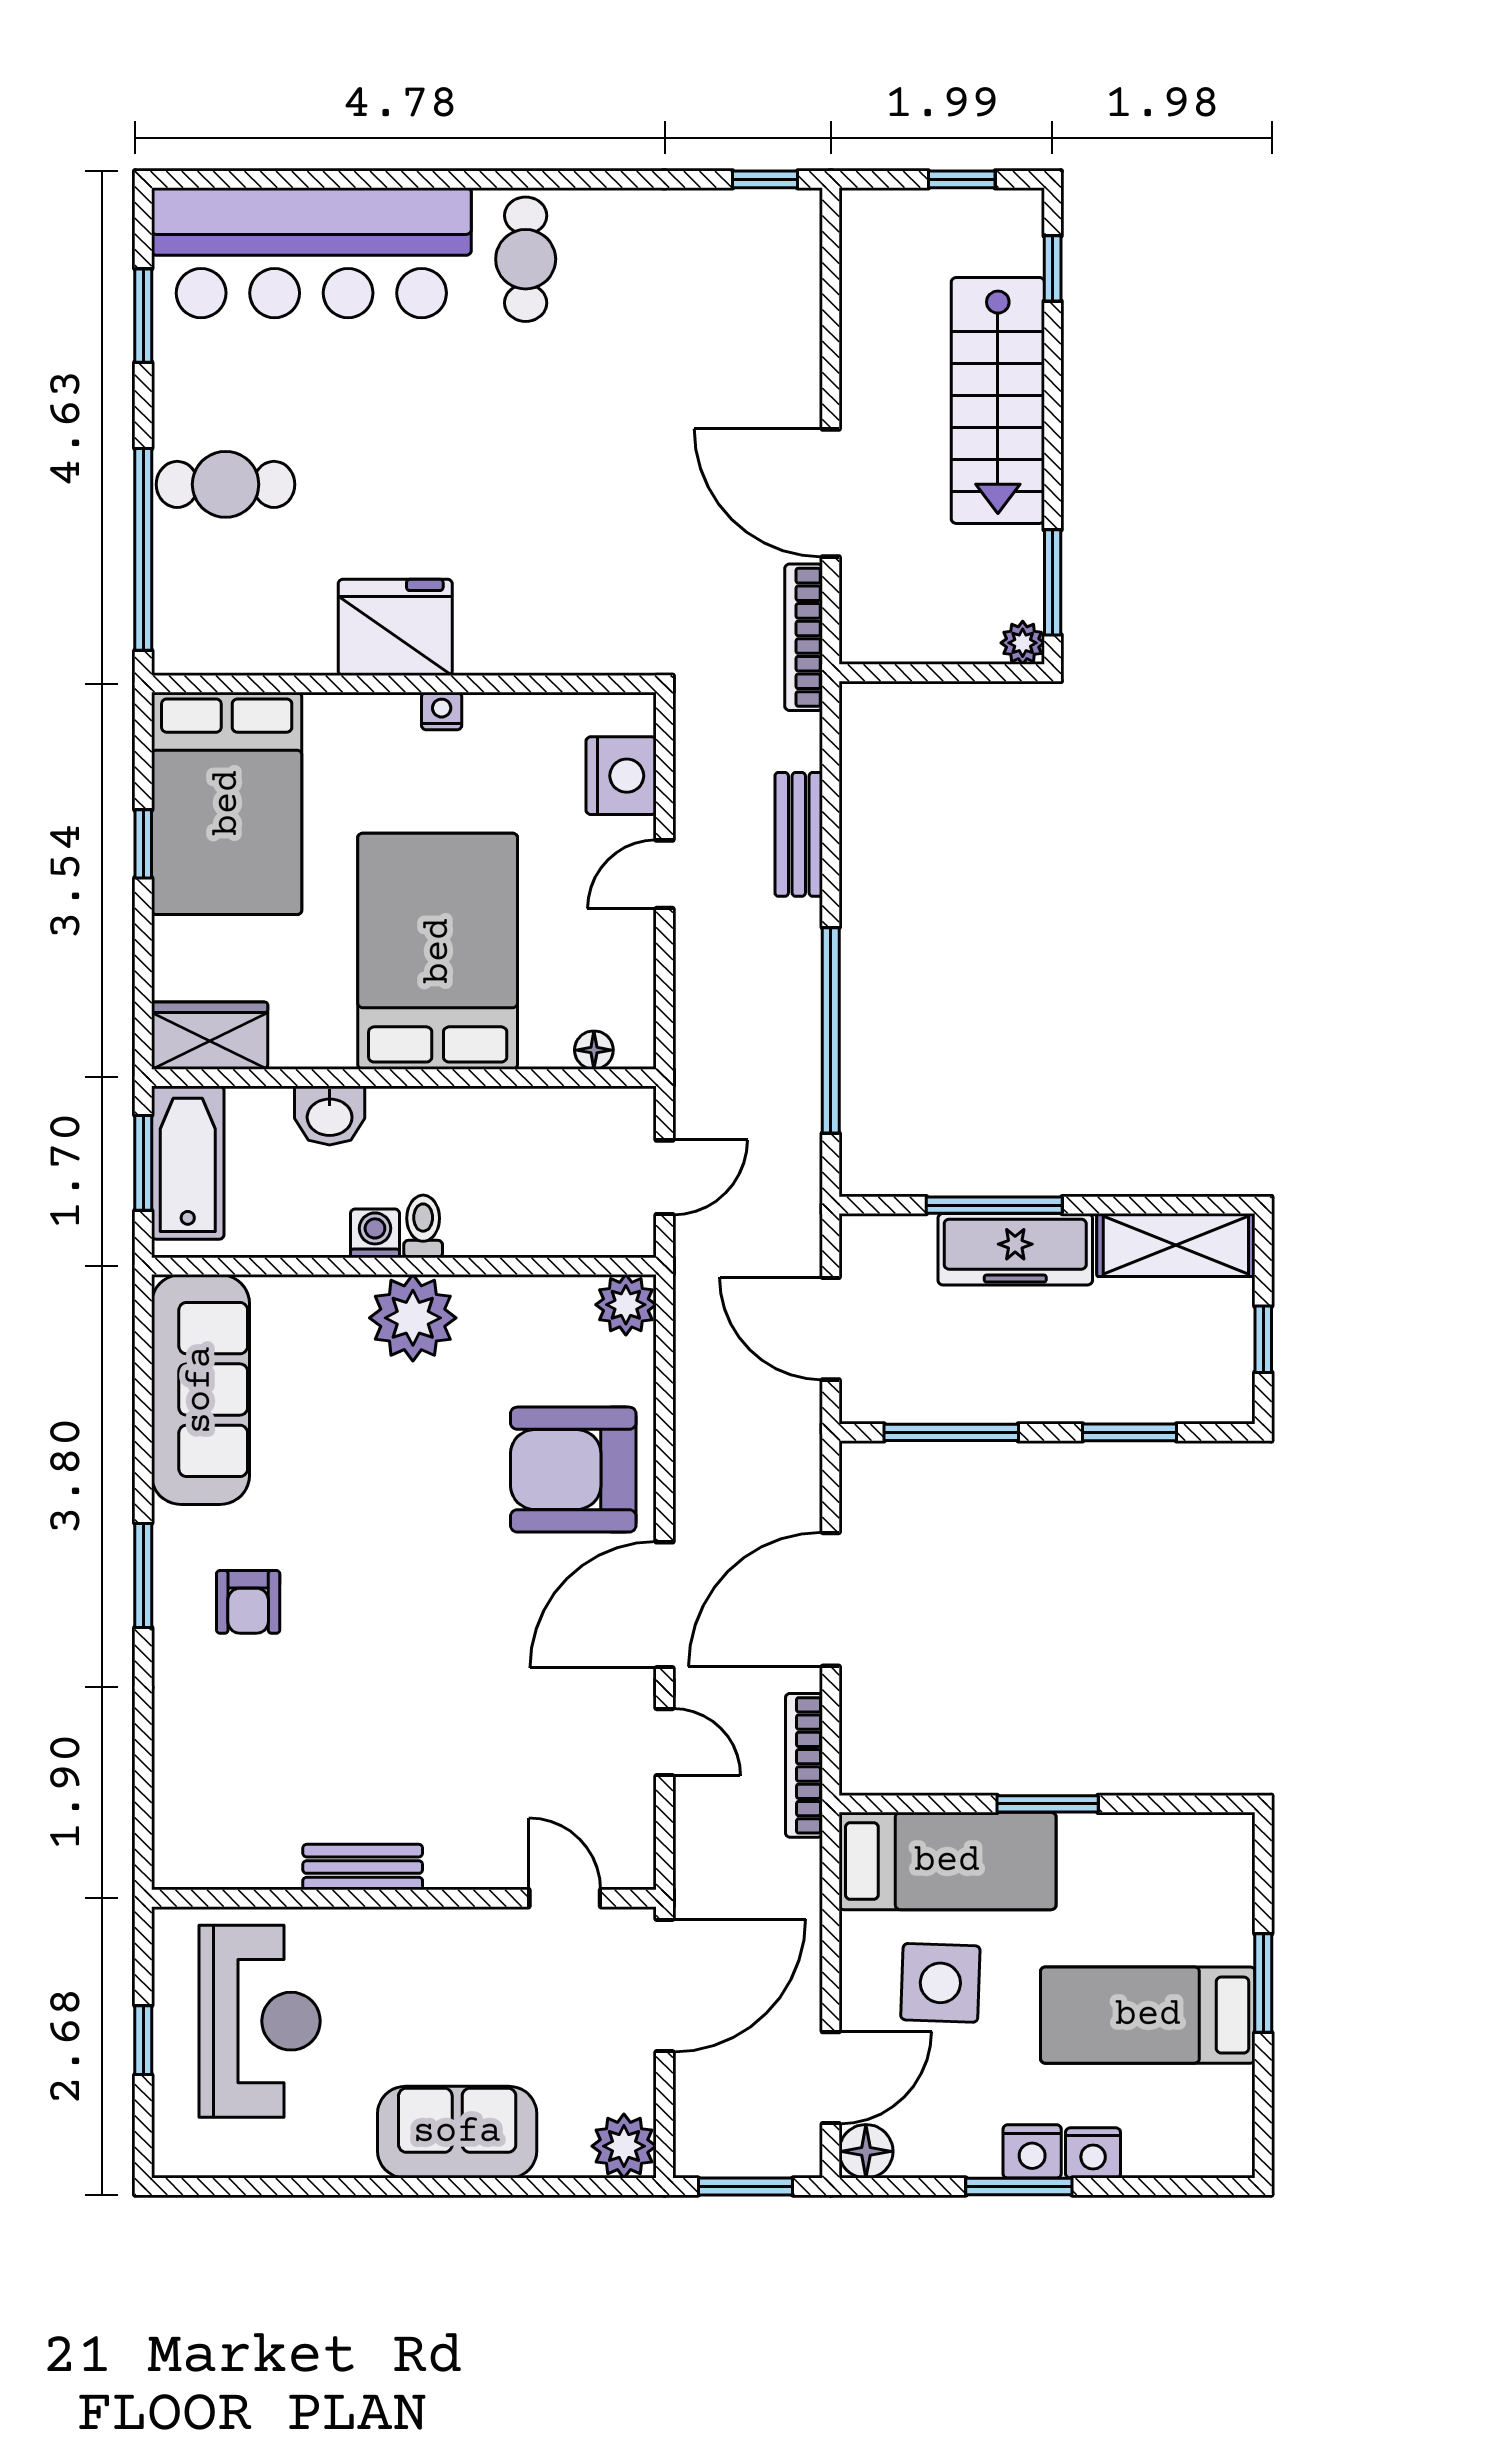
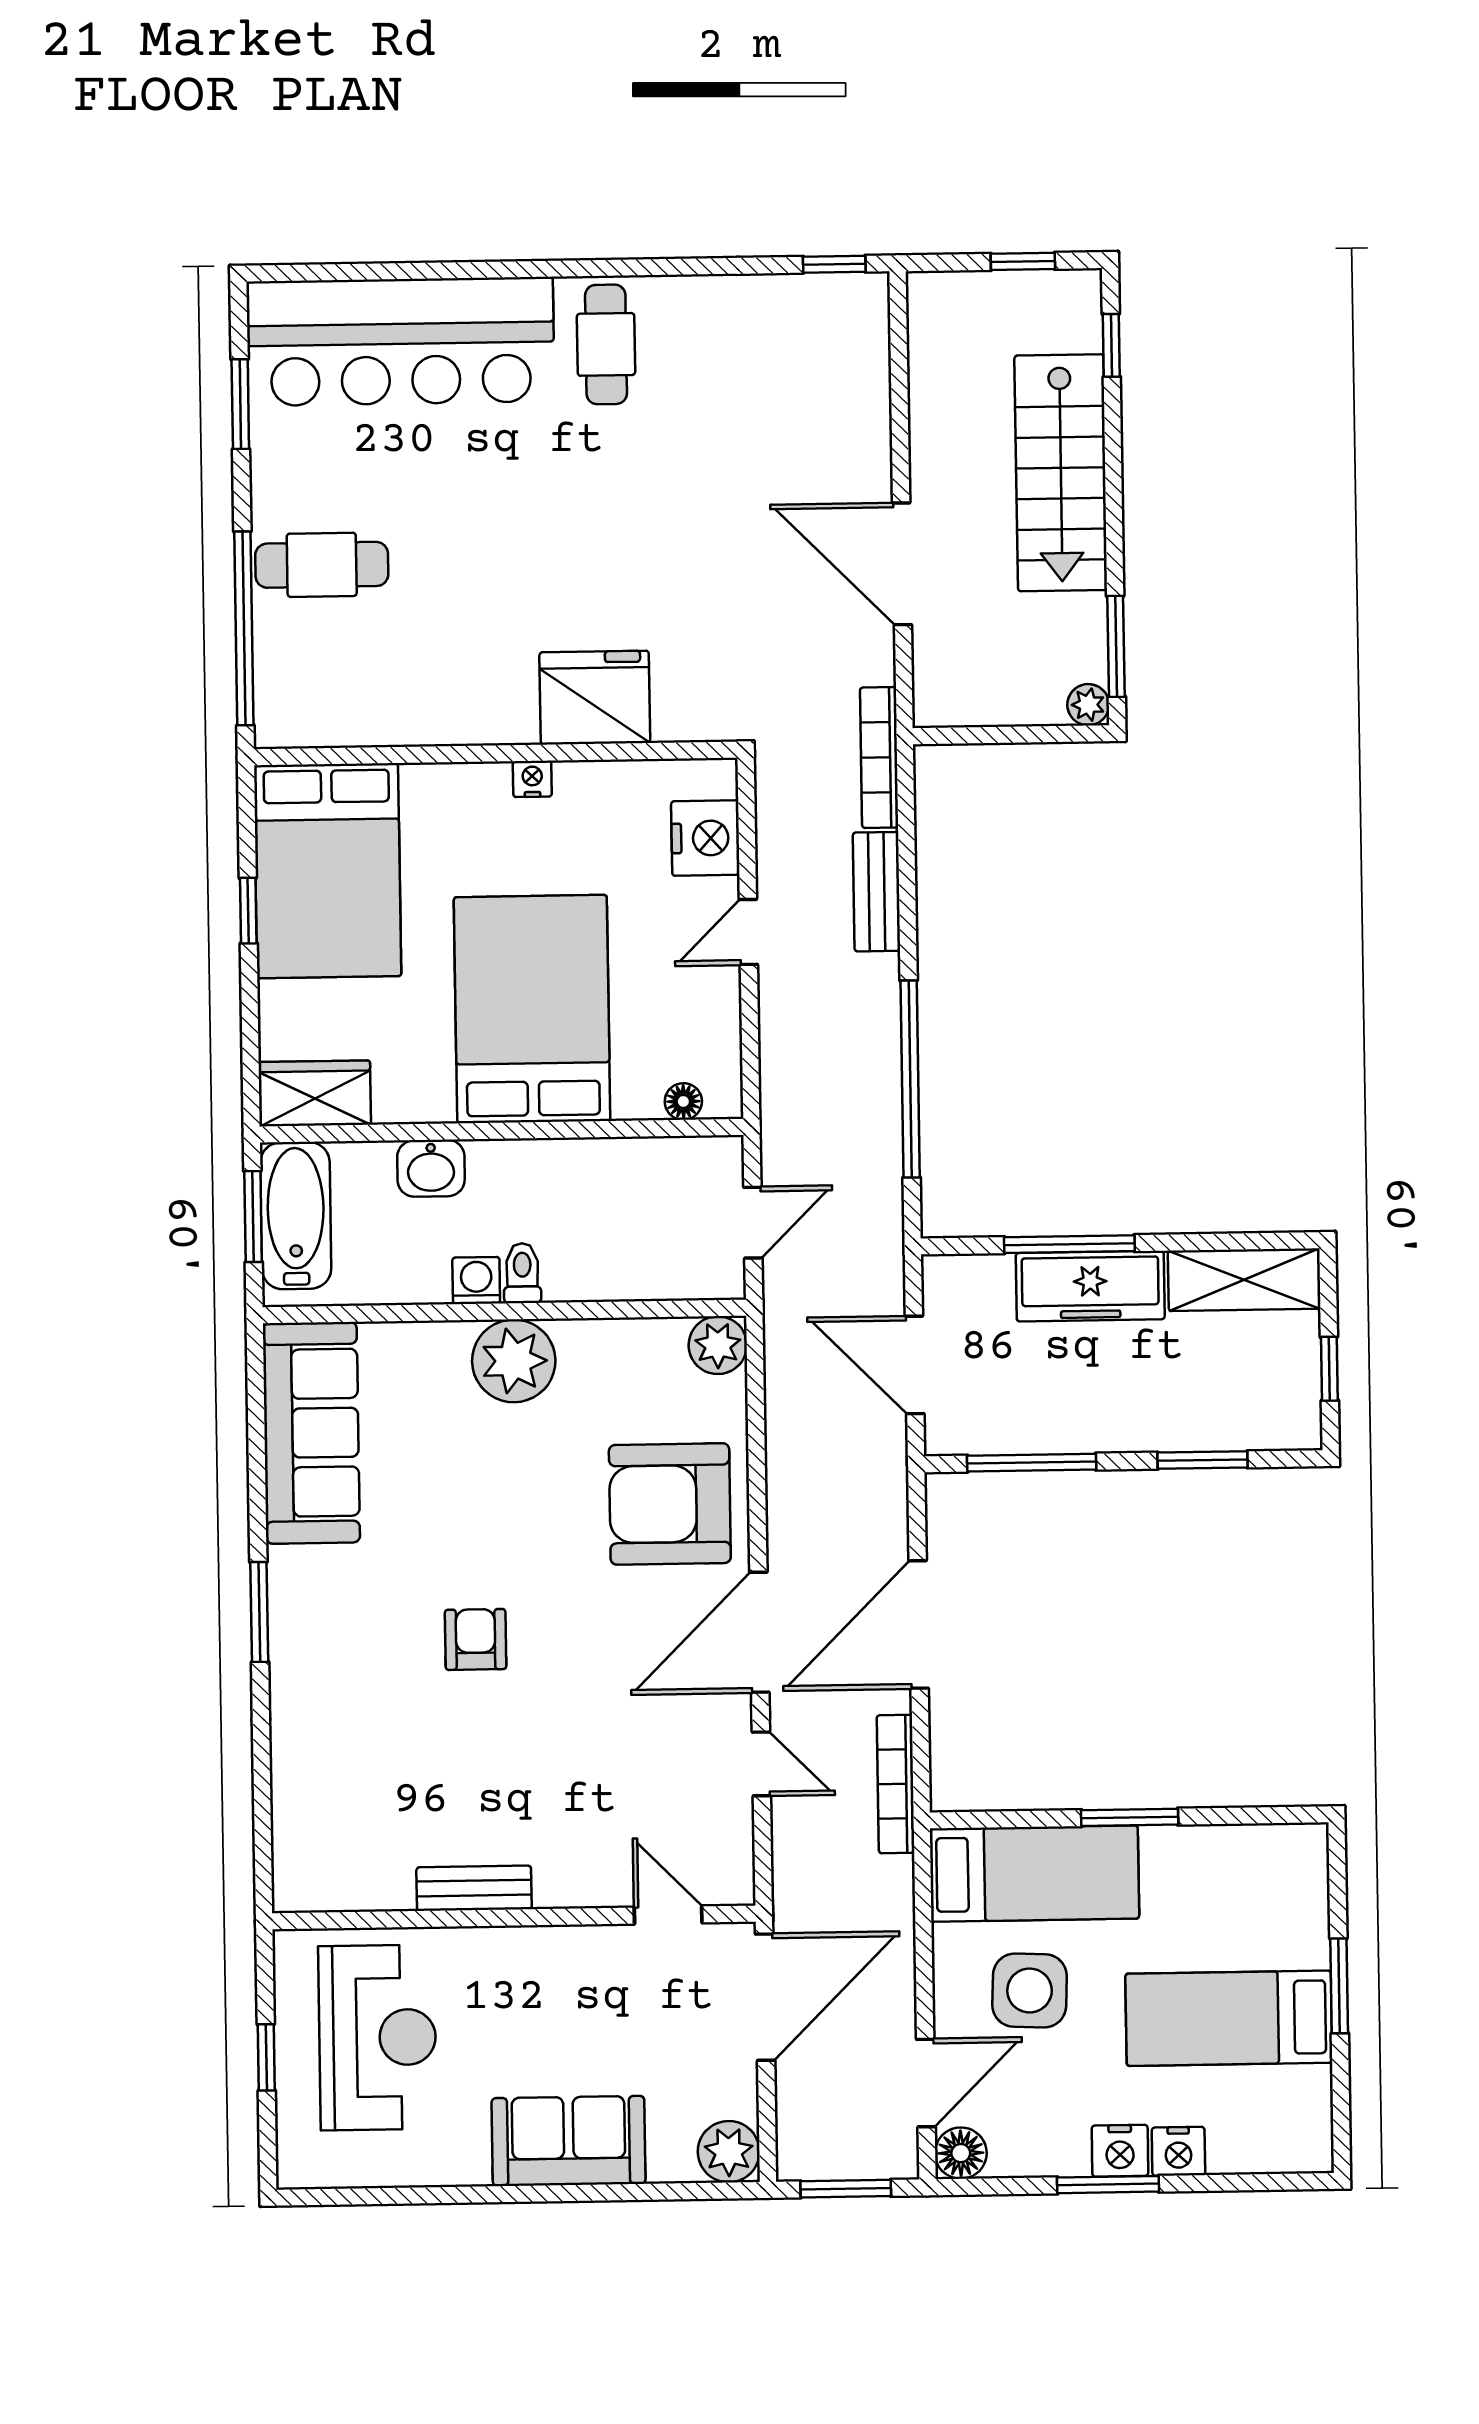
fridge: (395, 627) -> (595, 698), moved
bookcase: (804, 637) -> (879, 757), moved
armchair: (248, 1602) -> (476, 1639), moved, turned 180

